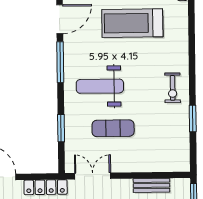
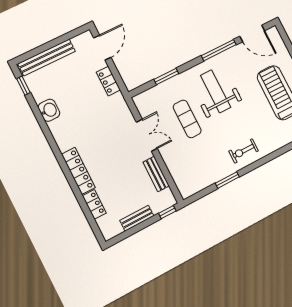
double door: (93, 176) -> (147, 135), moved
locker: (46, 187) -> (108, 81), width x0.66

